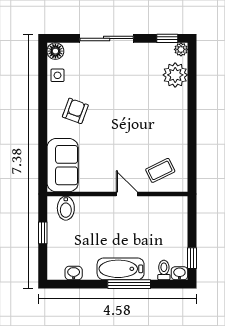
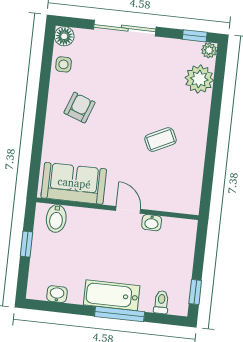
sofa: (63, 165) -> (74, 183), moved, turned -90
coffee table: (160, 170) -> (161, 140), moved
washbasin: (179, 273) -> (152, 223), moved, turned 180

